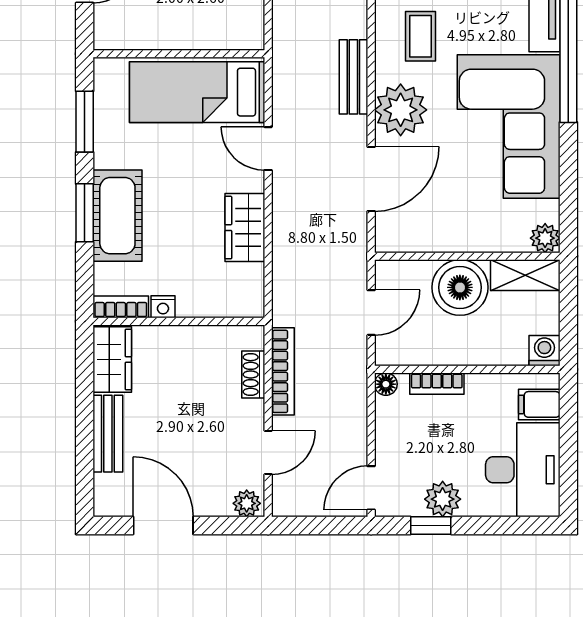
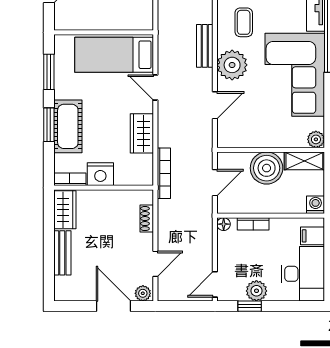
door: (371, 179) -> (215, 105), width x0.73
nightstand: (163, 307) -> (100, 174), width x1.89, depth x1.79
bookcase: (283, 371) -> (164, 173), moved
door: (163, 525) -> (114, 306), moved

